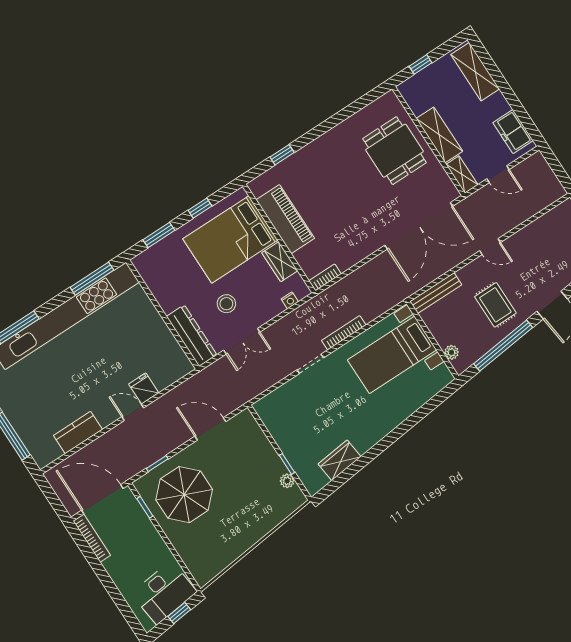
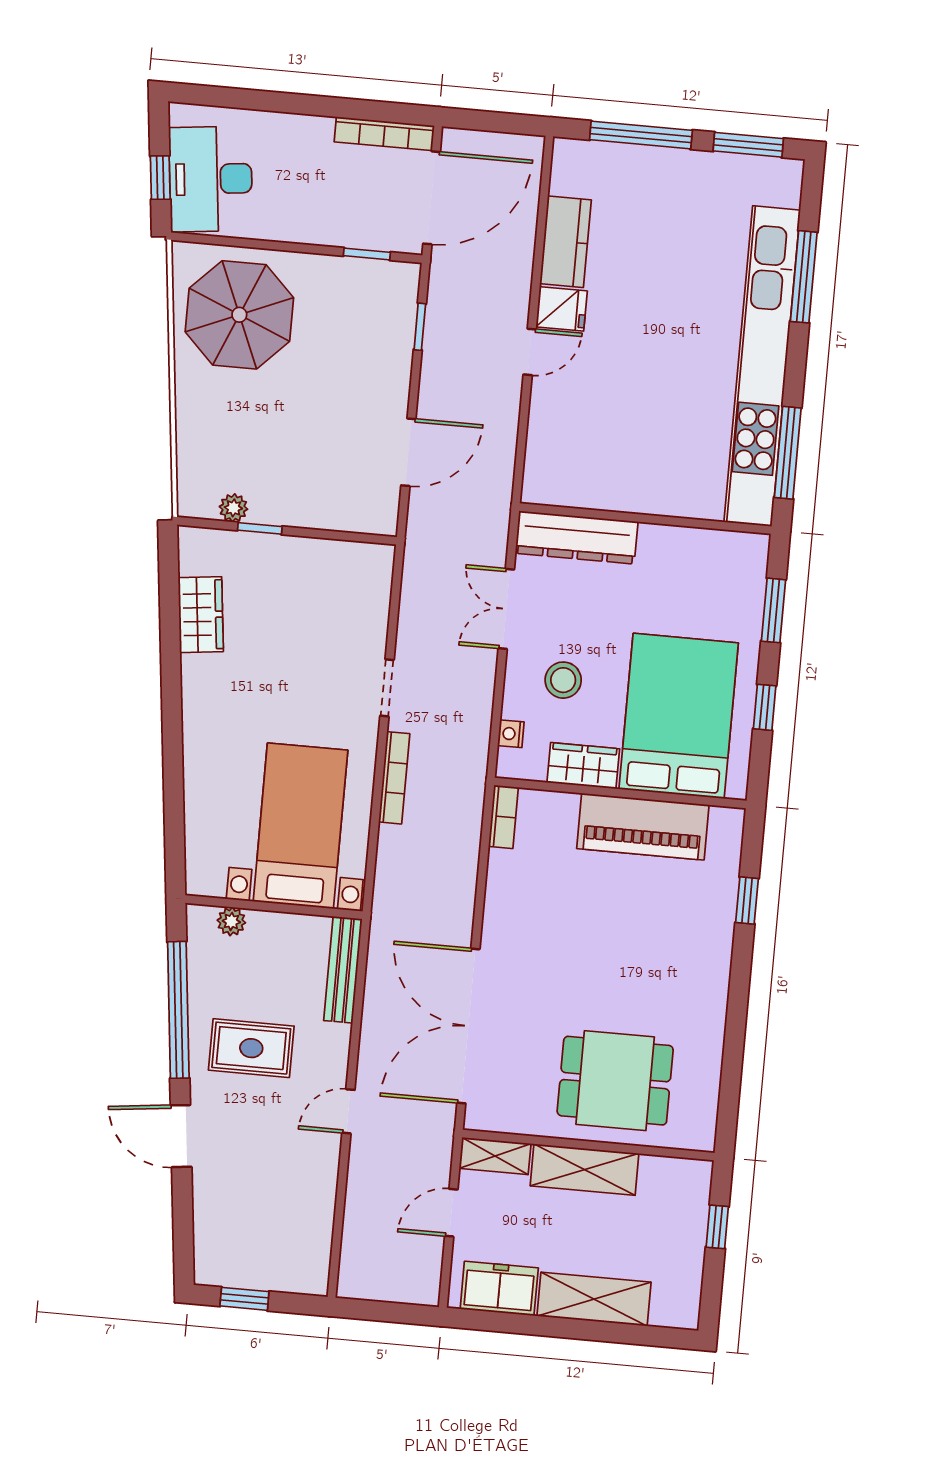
shelving: (475, 72) -> (594, 1299), moved
stool: (226, 304) -> (563, 680), moved
fridge: (144, 388) -> (562, 309), moved
parasol: (184, 495) -> (239, 315), moved

